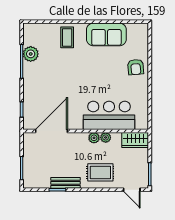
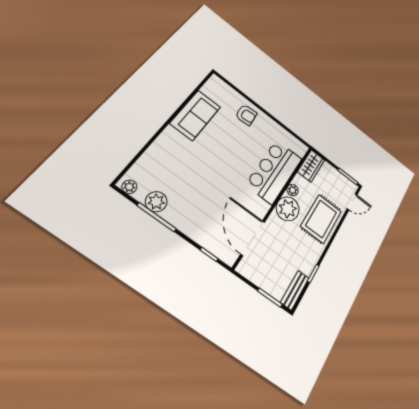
plant: (28, 32) -> (129, 187), added
coffee table: (67, 37) -> (169, 152), removed
plant: (94, 138) -> (288, 209), width x1.88, depth x1.88
rug: (100, 172) -> (321, 219), width x1.36, depth x1.43
bench: (66, 183) -> (295, 290), moved

